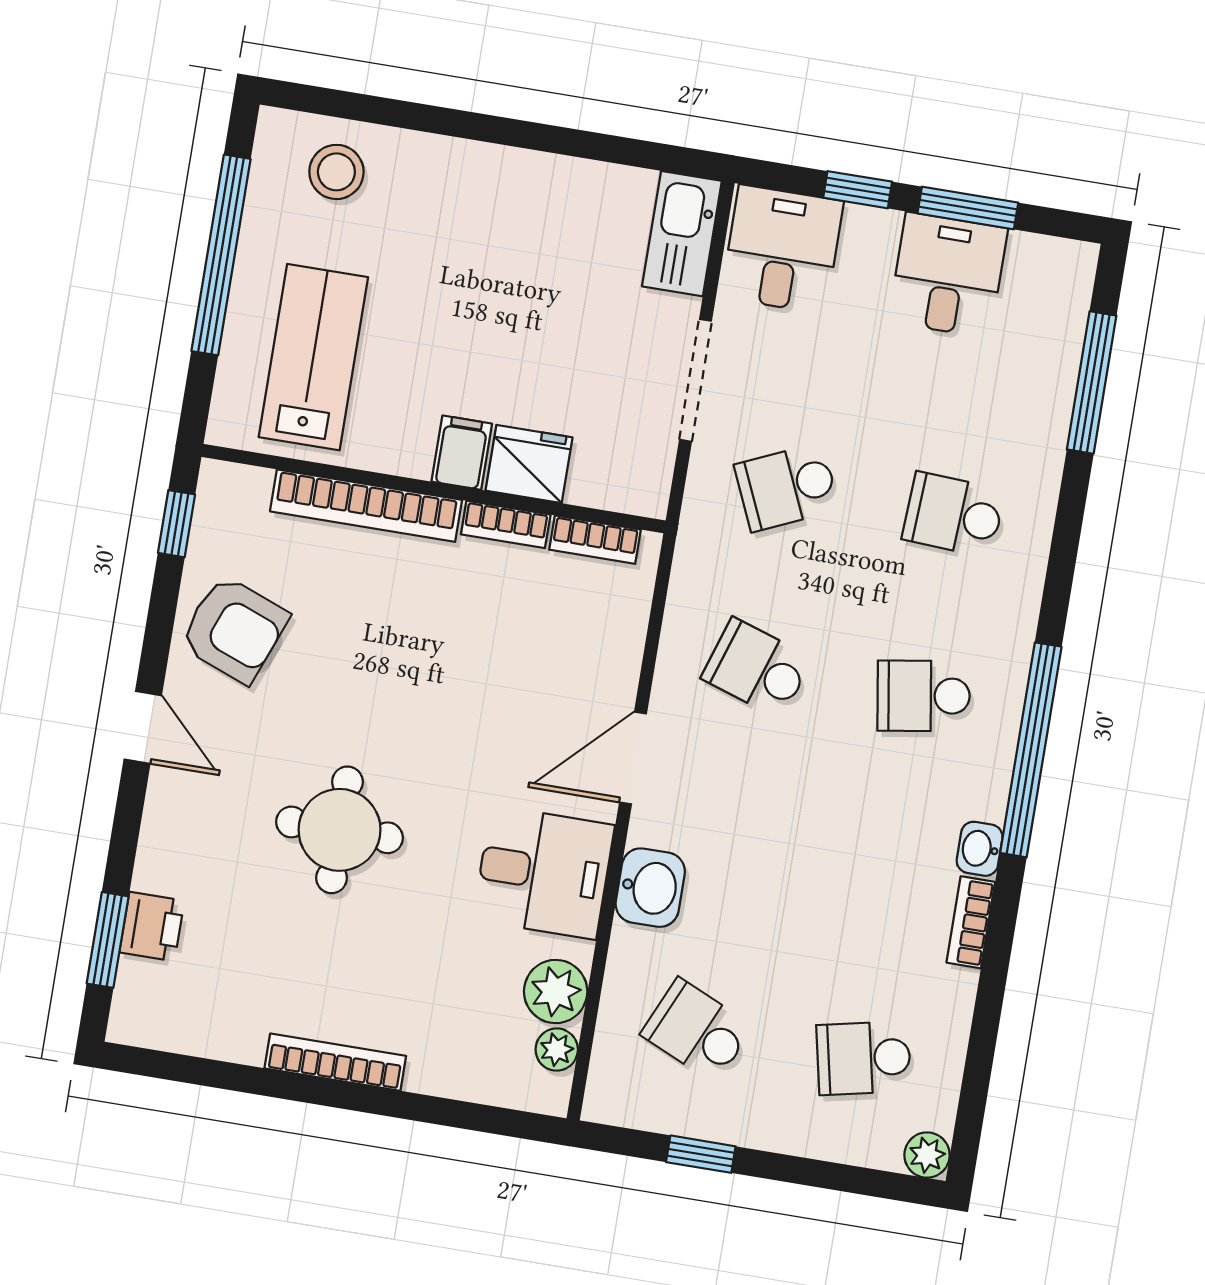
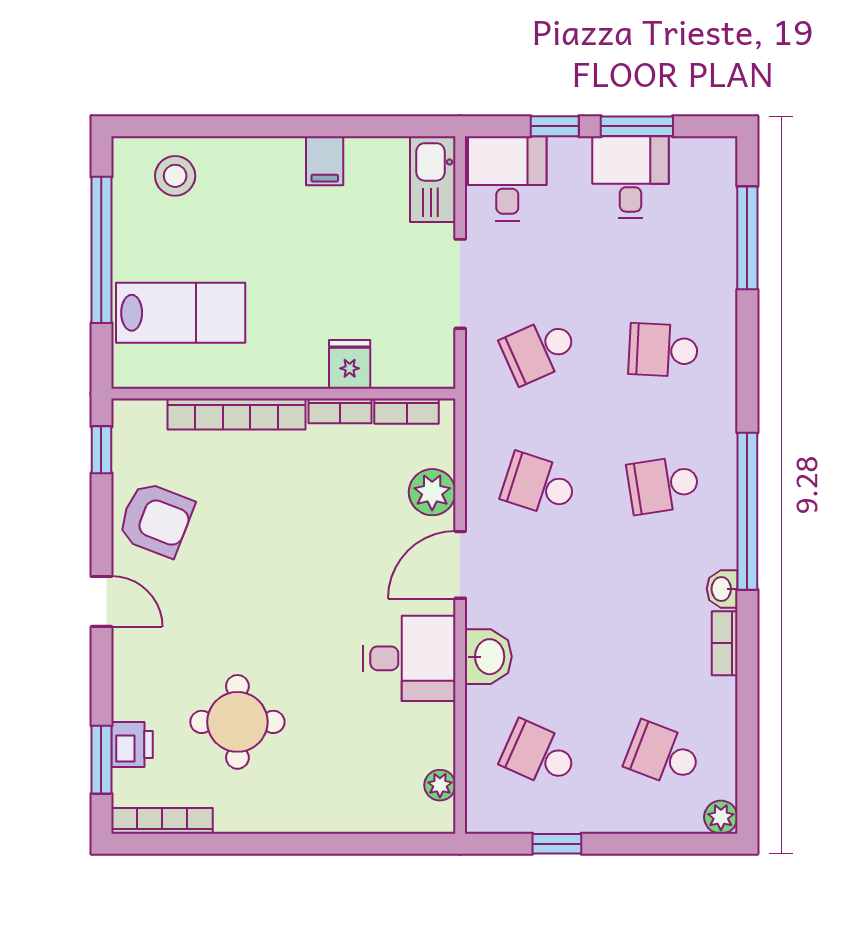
lab bench: (313, 357) -> (181, 313), turned 90
filing cabinet: (462, 453) -> (325, 161), moved, turned 180
fridge: (529, 464) -> (350, 364), width x0.72
round table: (340, 830) -> (237, 722), moved
plant: (556, 991) -> (432, 492), moved
school desk: (864, 1058) -> (663, 755), turned 33
bookcase: (335, 1062) -> (162, 821), moved

